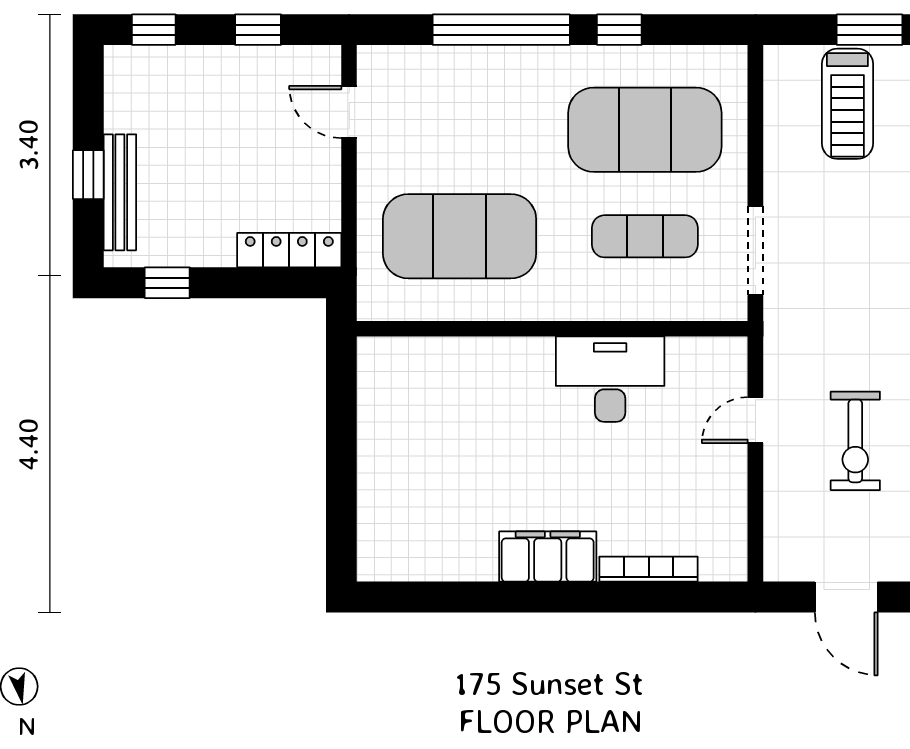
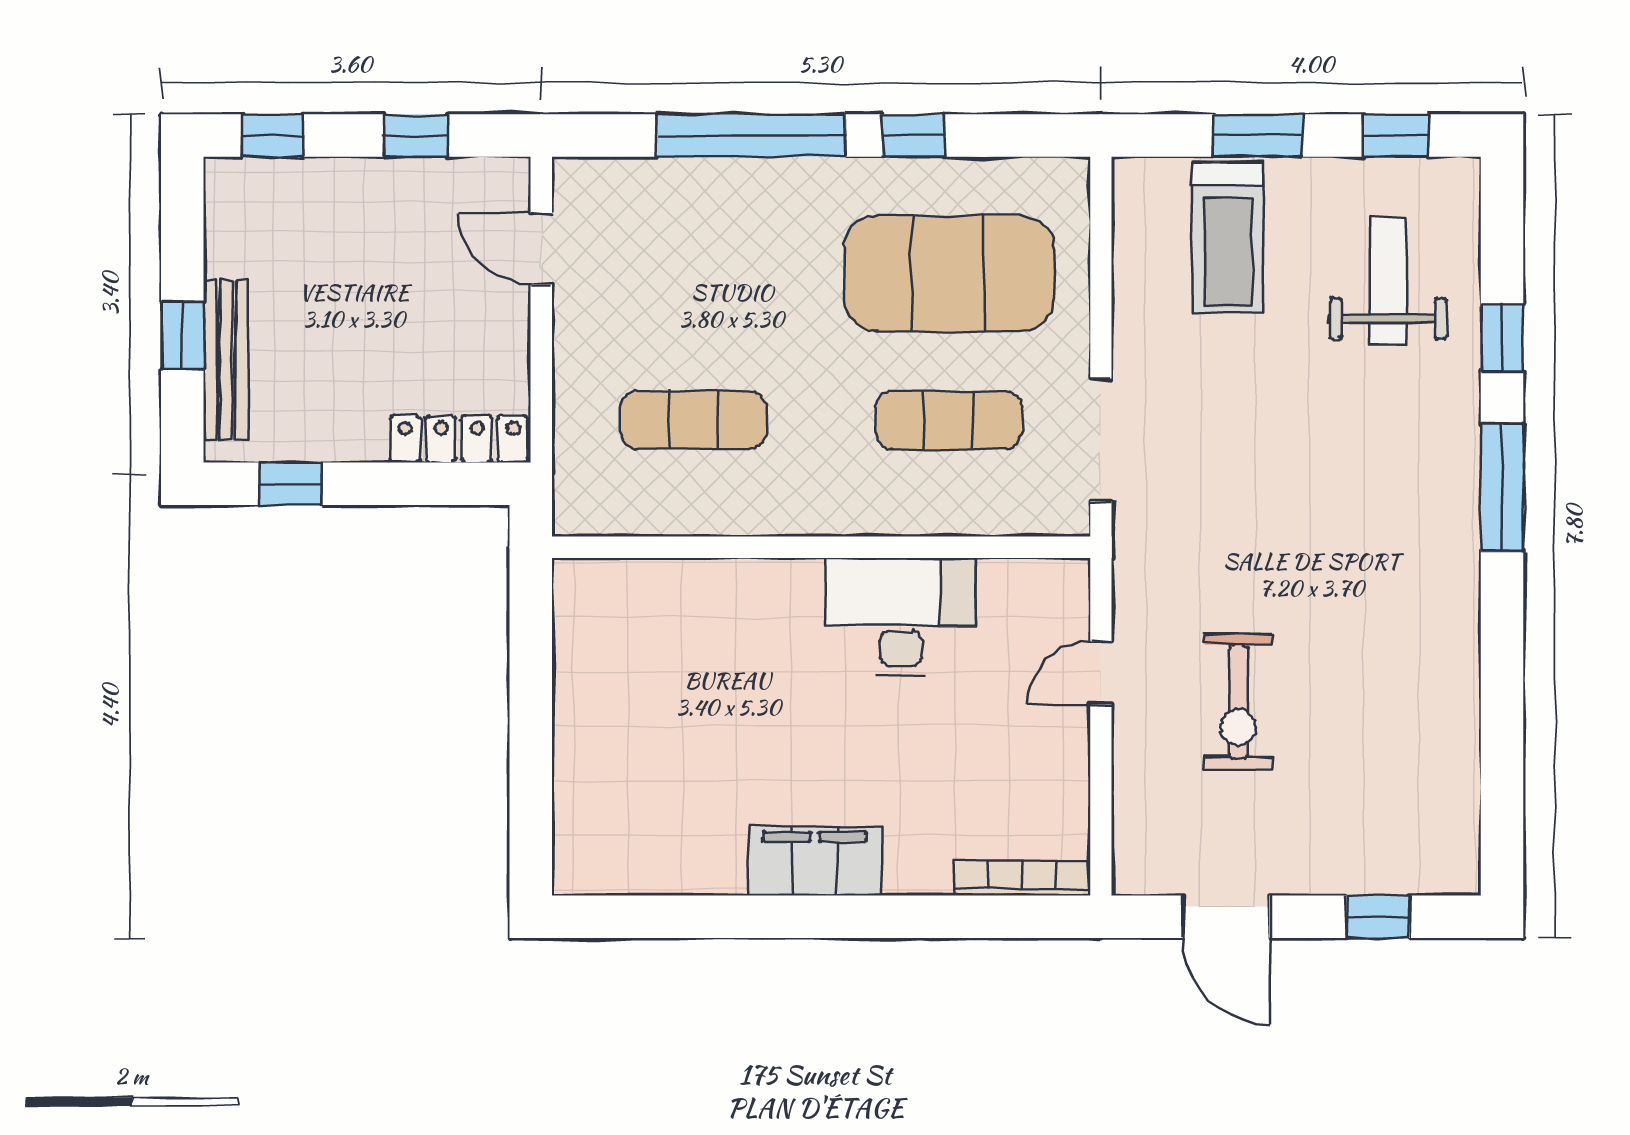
exercise mat: (460, 236) -> (694, 420), width x0.50, depth x0.69
bookcase: (649, 569) -> (1023, 878), moved

